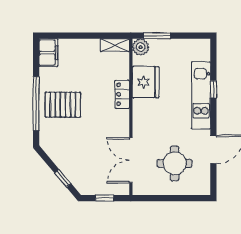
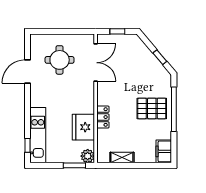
shelving: (115, 45) -> (122, 158), moved
window: (213, 89) -> (27, 145), moved
kitchen unit: (201, 95) -> (38, 135), moved
window: (63, 178) -> (160, 57), moved

